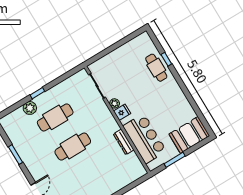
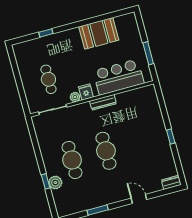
cafe table: (156, 68) -> (48, 79), moved, turned 90
window: (37, 93) -> (46, 181), moved
booth: (189, 135) -> (99, 33), moved, turned 90
dresser: (124, 142) -> (103, 102), moved

